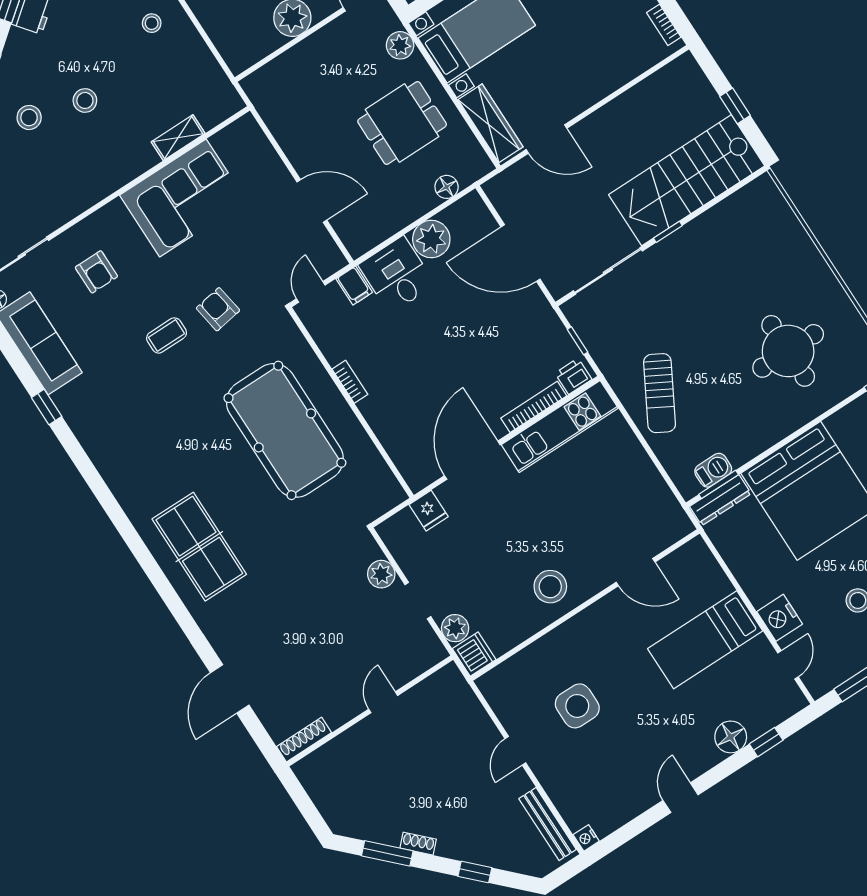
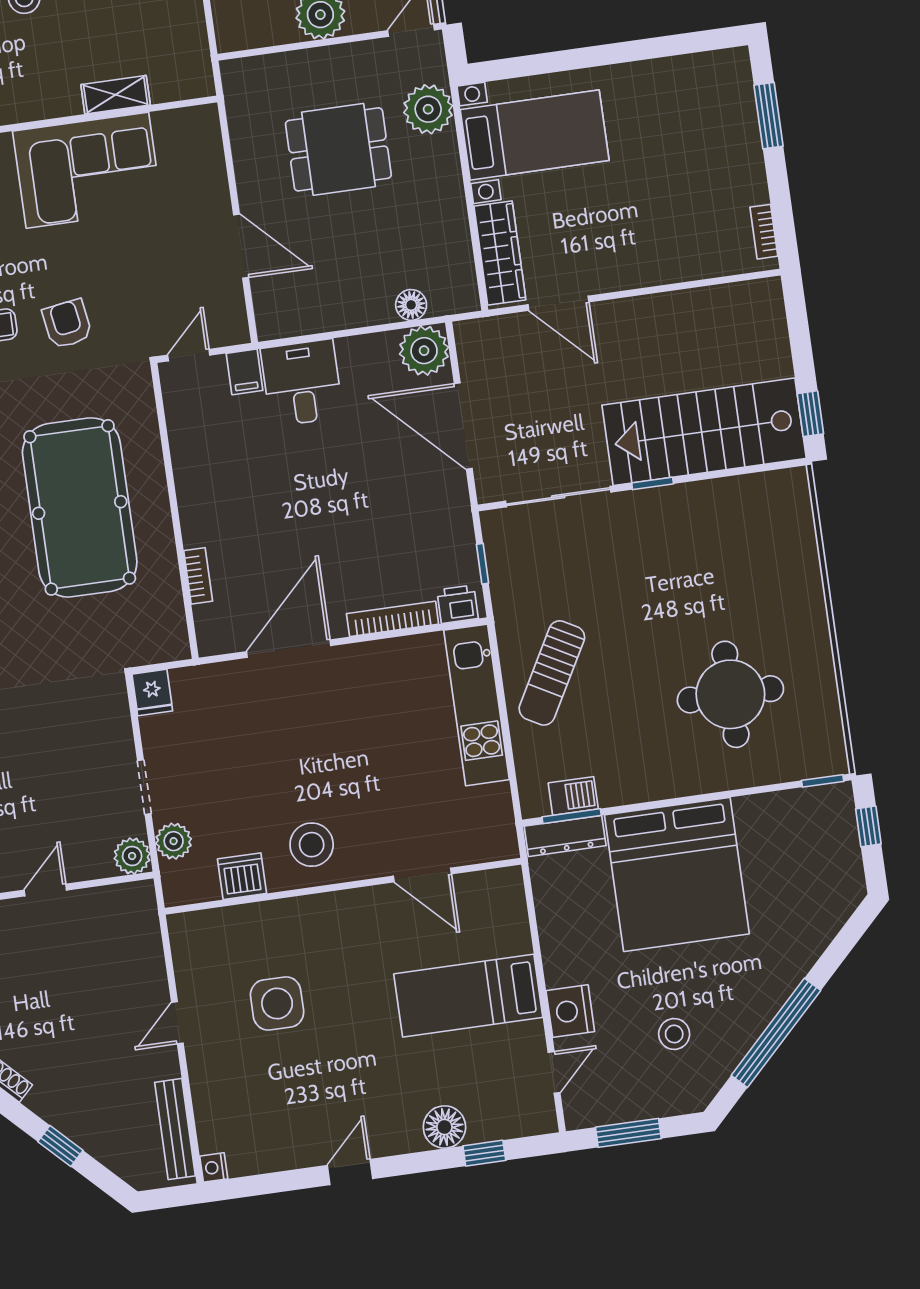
plant: (400, 45) -> (428, 109), width x1.36, depth x1.36
window: (735, 106) -> (810, 414), moved
dining table: (402, 123) -> (338, 149), moved
plant: (431, 239) -> (424, 351), moved
bookcase: (350, 382) -> (198, 576), moved
kitchen unit: (560, 426) -> (477, 705), moved, turned 90
fridge: (429, 511) -> (152, 692), moved
plant: (381, 574) -> (132, 856), moved
dishwasher: (474, 654) -> (242, 876), moved, turned -90

